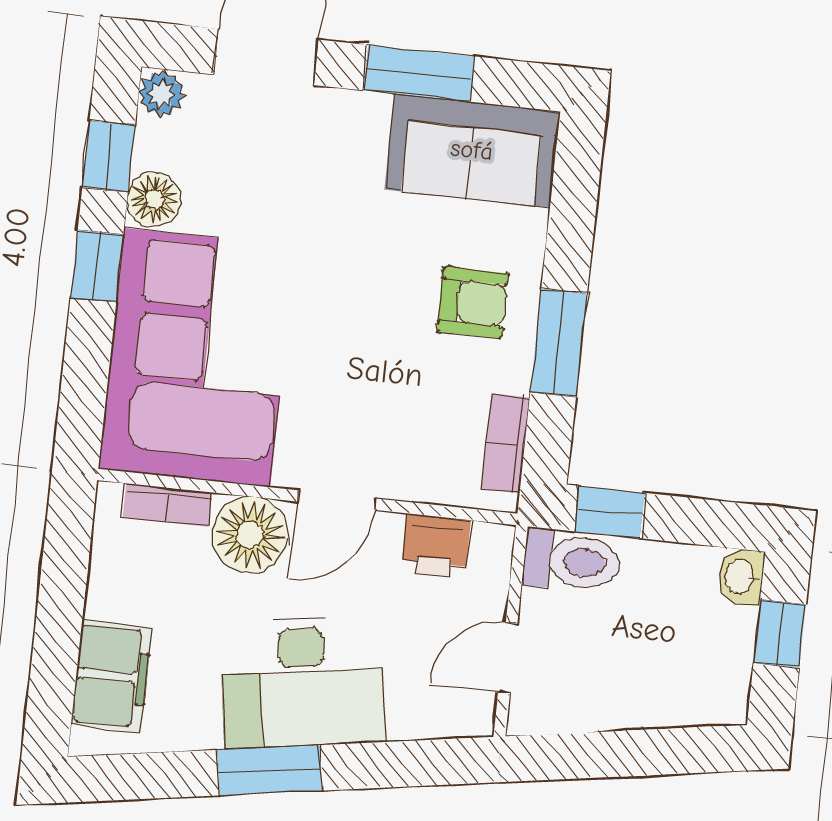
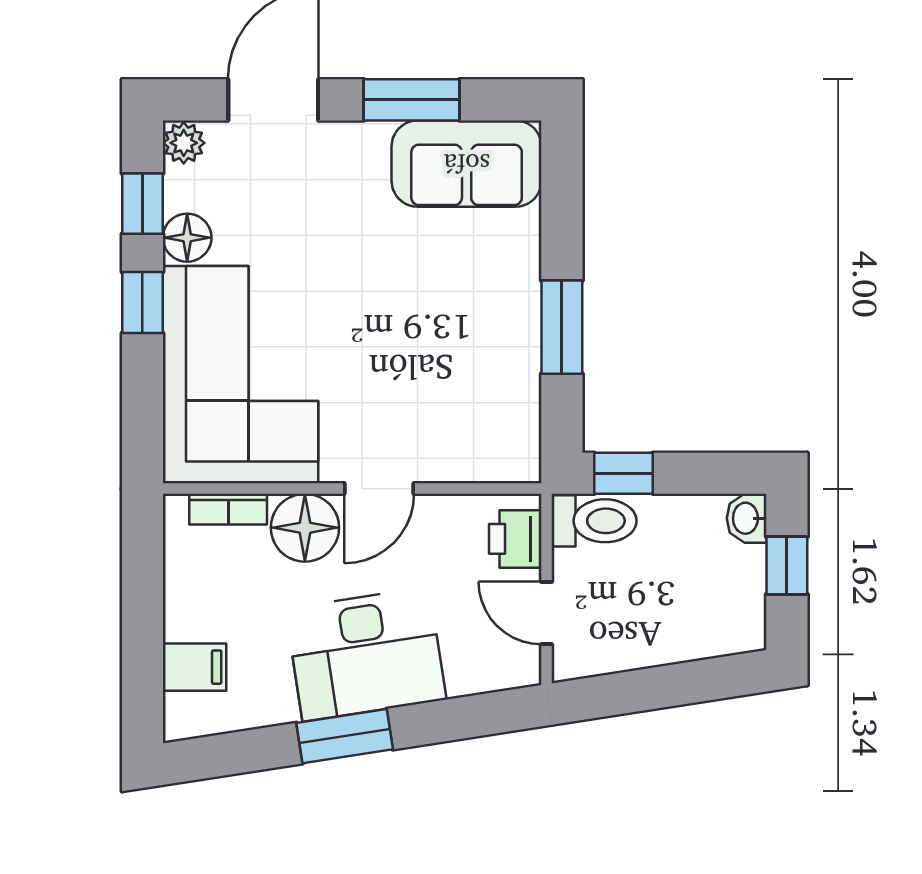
armchair: (473, 303) -> (481, 299), removed
bookcase: (506, 443) -> (524, 422), removed
printer: (436, 546) -> (515, 539), moved, turned 90
door: (508, 658) -> (547, 613), hinge flipped
filing cabinet: (111, 676) -> (195, 667), width x0.50

